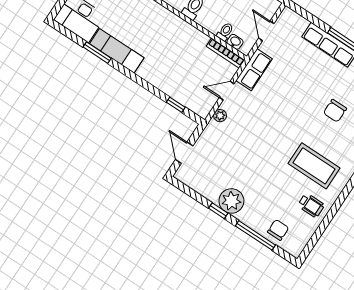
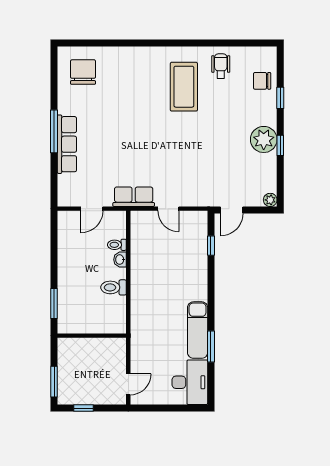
washbasin: (235, 42) -> (120, 260), moved
bookcase: (225, 53) -> (136, 232), removed
chair: (335, 111) -> (122, 100), removed
plant: (220, 116) -> (270, 200), moved
door: (184, 153) -> (232, 210), moved
window: (255, 235) -> (280, 98), width x0.46

